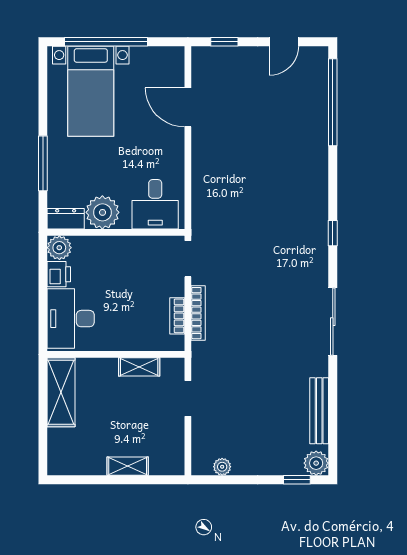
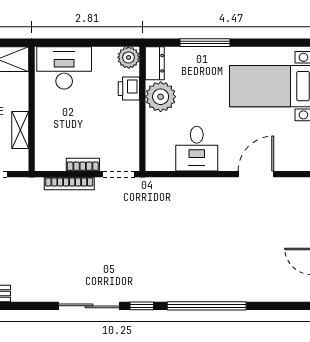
window: (333, 102) -> (207, 306), moved
desk: (155, 204) -> (197, 149), moved, turned -90
printer: (59, 274) -> (129, 89), moved, turned 90
bookcase: (177, 316) -> (83, 165), moved
sliding door: (333, 322) -> (89, 306), moved

